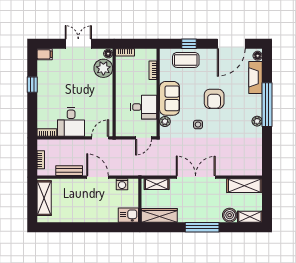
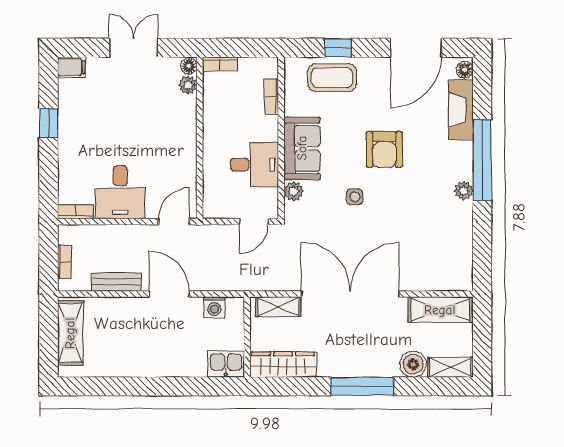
plant: (103, 68) -> (188, 85), width x0.53, depth x0.53
double door: (196, 177) -> (350, 294), width x1.36

